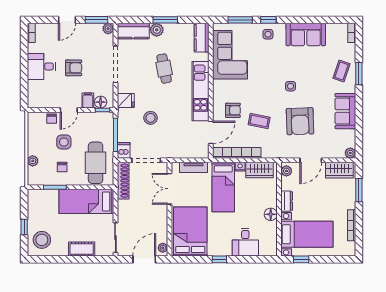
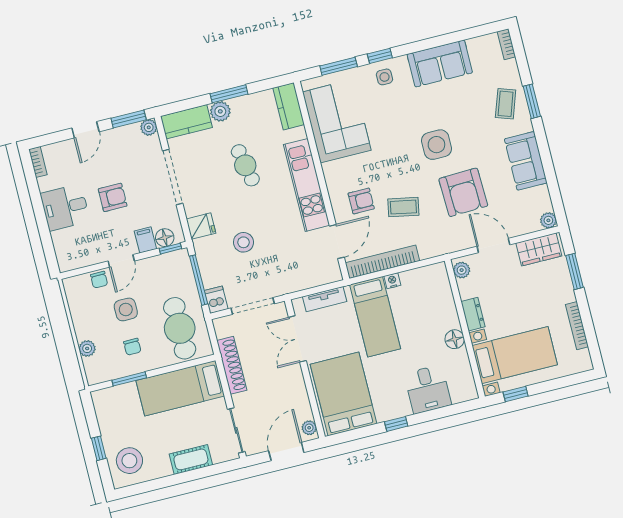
side table: (290, 86) -> (436, 145), width x1.87, depth x1.87
door: (311, 160) -> (493, 245), swing flipped
wardrobe: (259, 170) -> (422, 279), removed
shoe rack: (123, 181) -> (232, 365), moved

